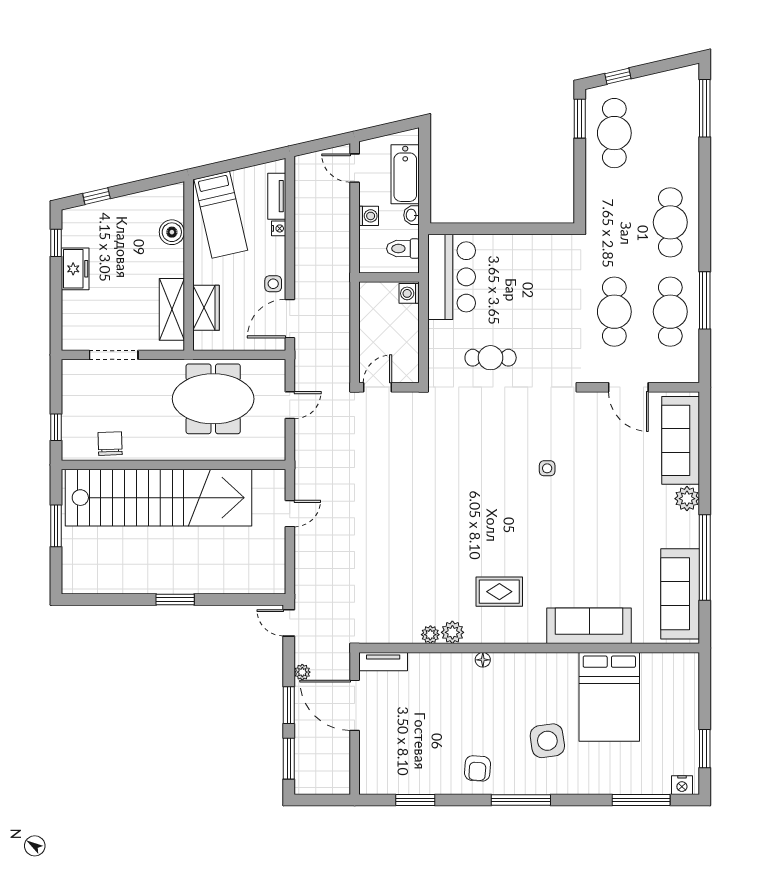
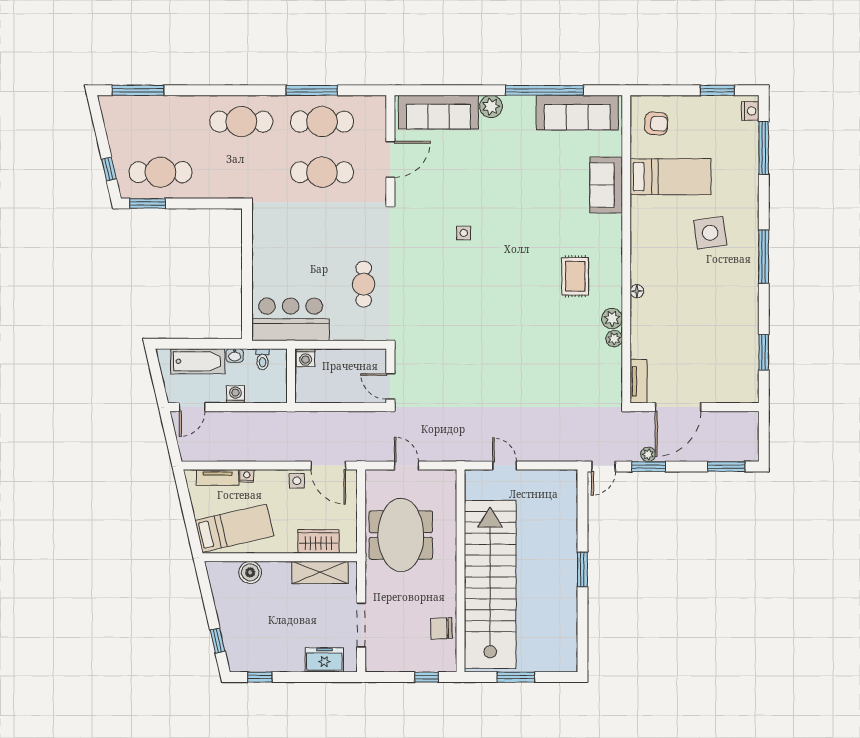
toilet: (403, 249) -> (263, 359), width x0.73, depth x0.72
freezer: (75, 269) -> (324, 660), moved
sofa: (589, 626) -> (606, 185), width x0.73
bed: (609, 697) -> (670, 177), width x0.67
window: (289, 705) -> (649, 467), moved
armchair: (477, 768) -> (656, 123), moved

